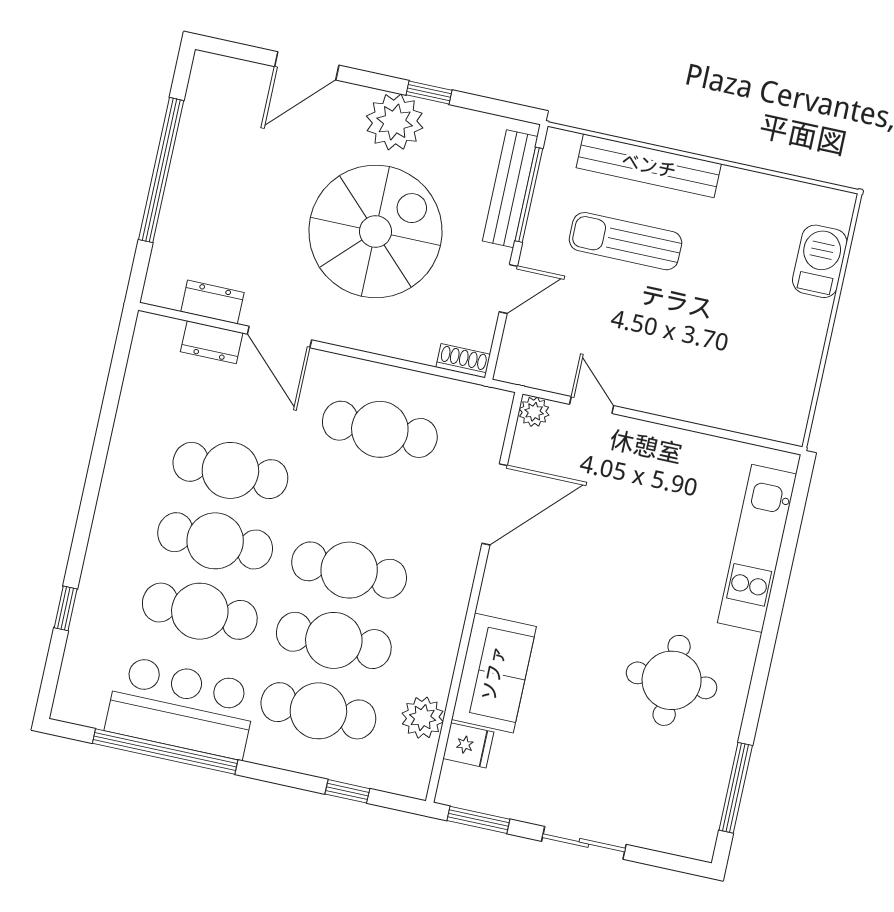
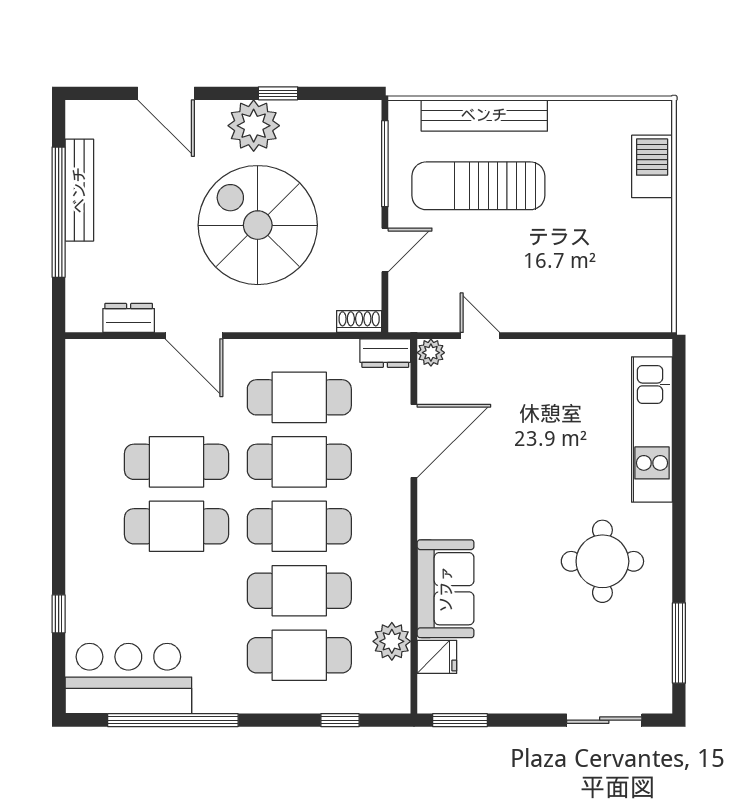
door: (307, 66) -> (166, 93), hinge flipped
bench: (510, 189) -> (79, 190), moved
spiral stairs: (375, 231) -> (258, 225), turned -90
sun lounger: (625, 241) -> (478, 186), width x1.36, depth x1.34
dresser: (212, 342) -> (385, 353), moved
cafe table: (200, 611) -> (299, 462), moved
bar counter: (181, 707) -> (128, 679), moved
sliding door: (584, 843) -> (604, 720), moved

